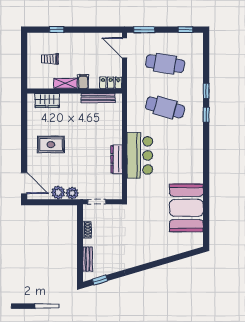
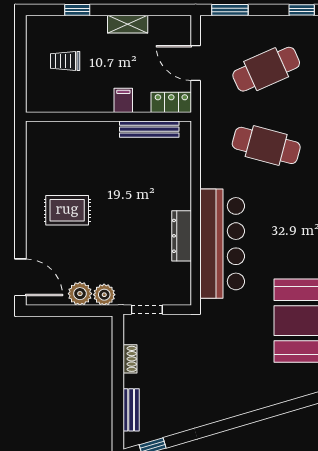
door: (125, 48) -> (196, 63), moved
cafe table: (165, 64) -> (266, 69), turned -33
shelving: (65, 83) -> (128, 24), moved
wardrobe: (47, 100) -> (60, 133), removed
bar counter: (140, 155) -> (222, 244), width x1.36

